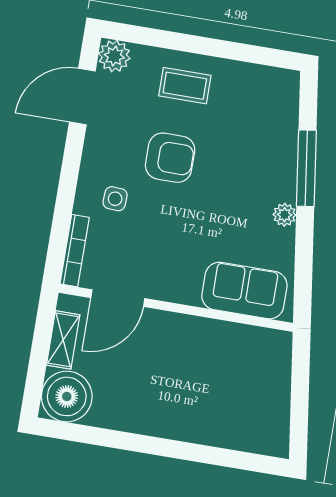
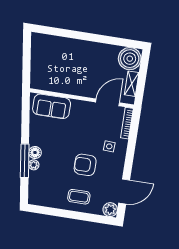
floor lamp: (283, 187) -> (35, 153), added
plant: (285, 215) -> (34, 165), moved

